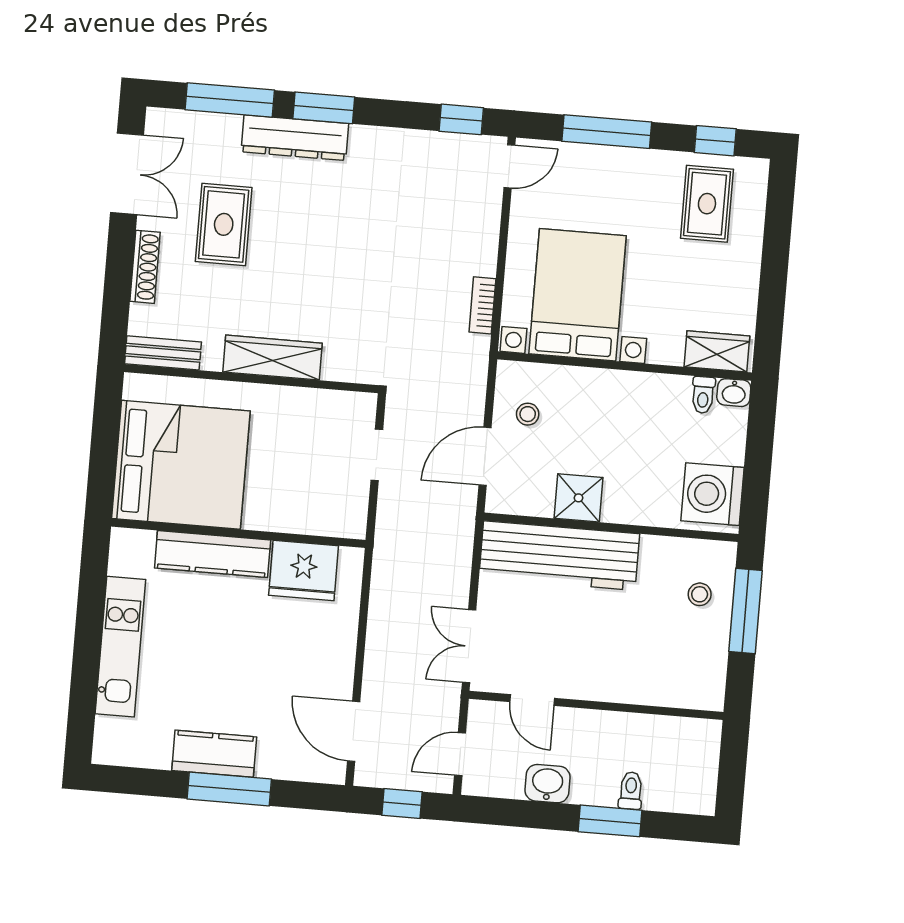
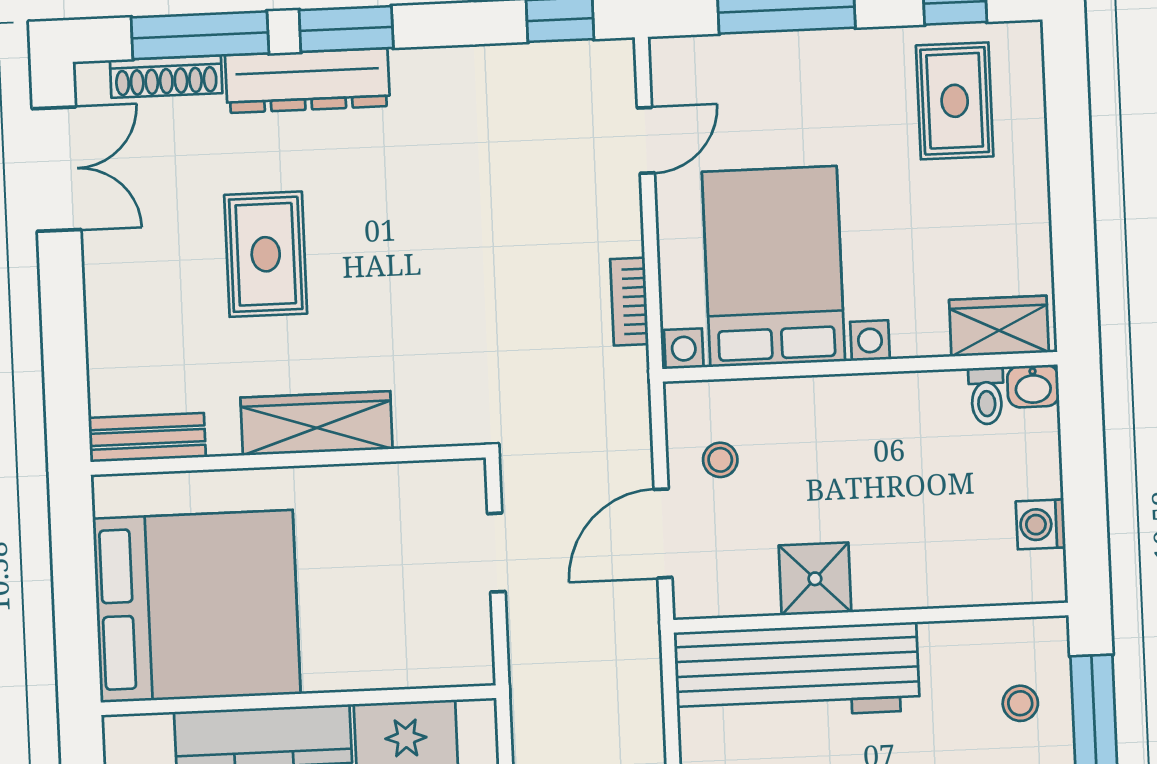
door: (509, 166) -> (646, 140), moved
rug: (224, 224) -> (266, 254), moved
shoe rack: (145, 267) -> (166, 77), moved, turned 90
washing machine: (712, 494) -> (1041, 524), width x0.53, depth x0.53

